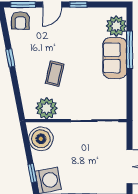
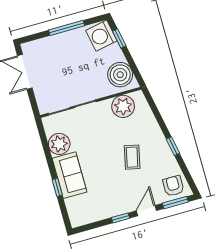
plant: (116, 26) -> (59, 144), moved
window: (130, 50) -> (57, 187), width x0.46
coffee table: (55, 74) -> (132, 157), moved

